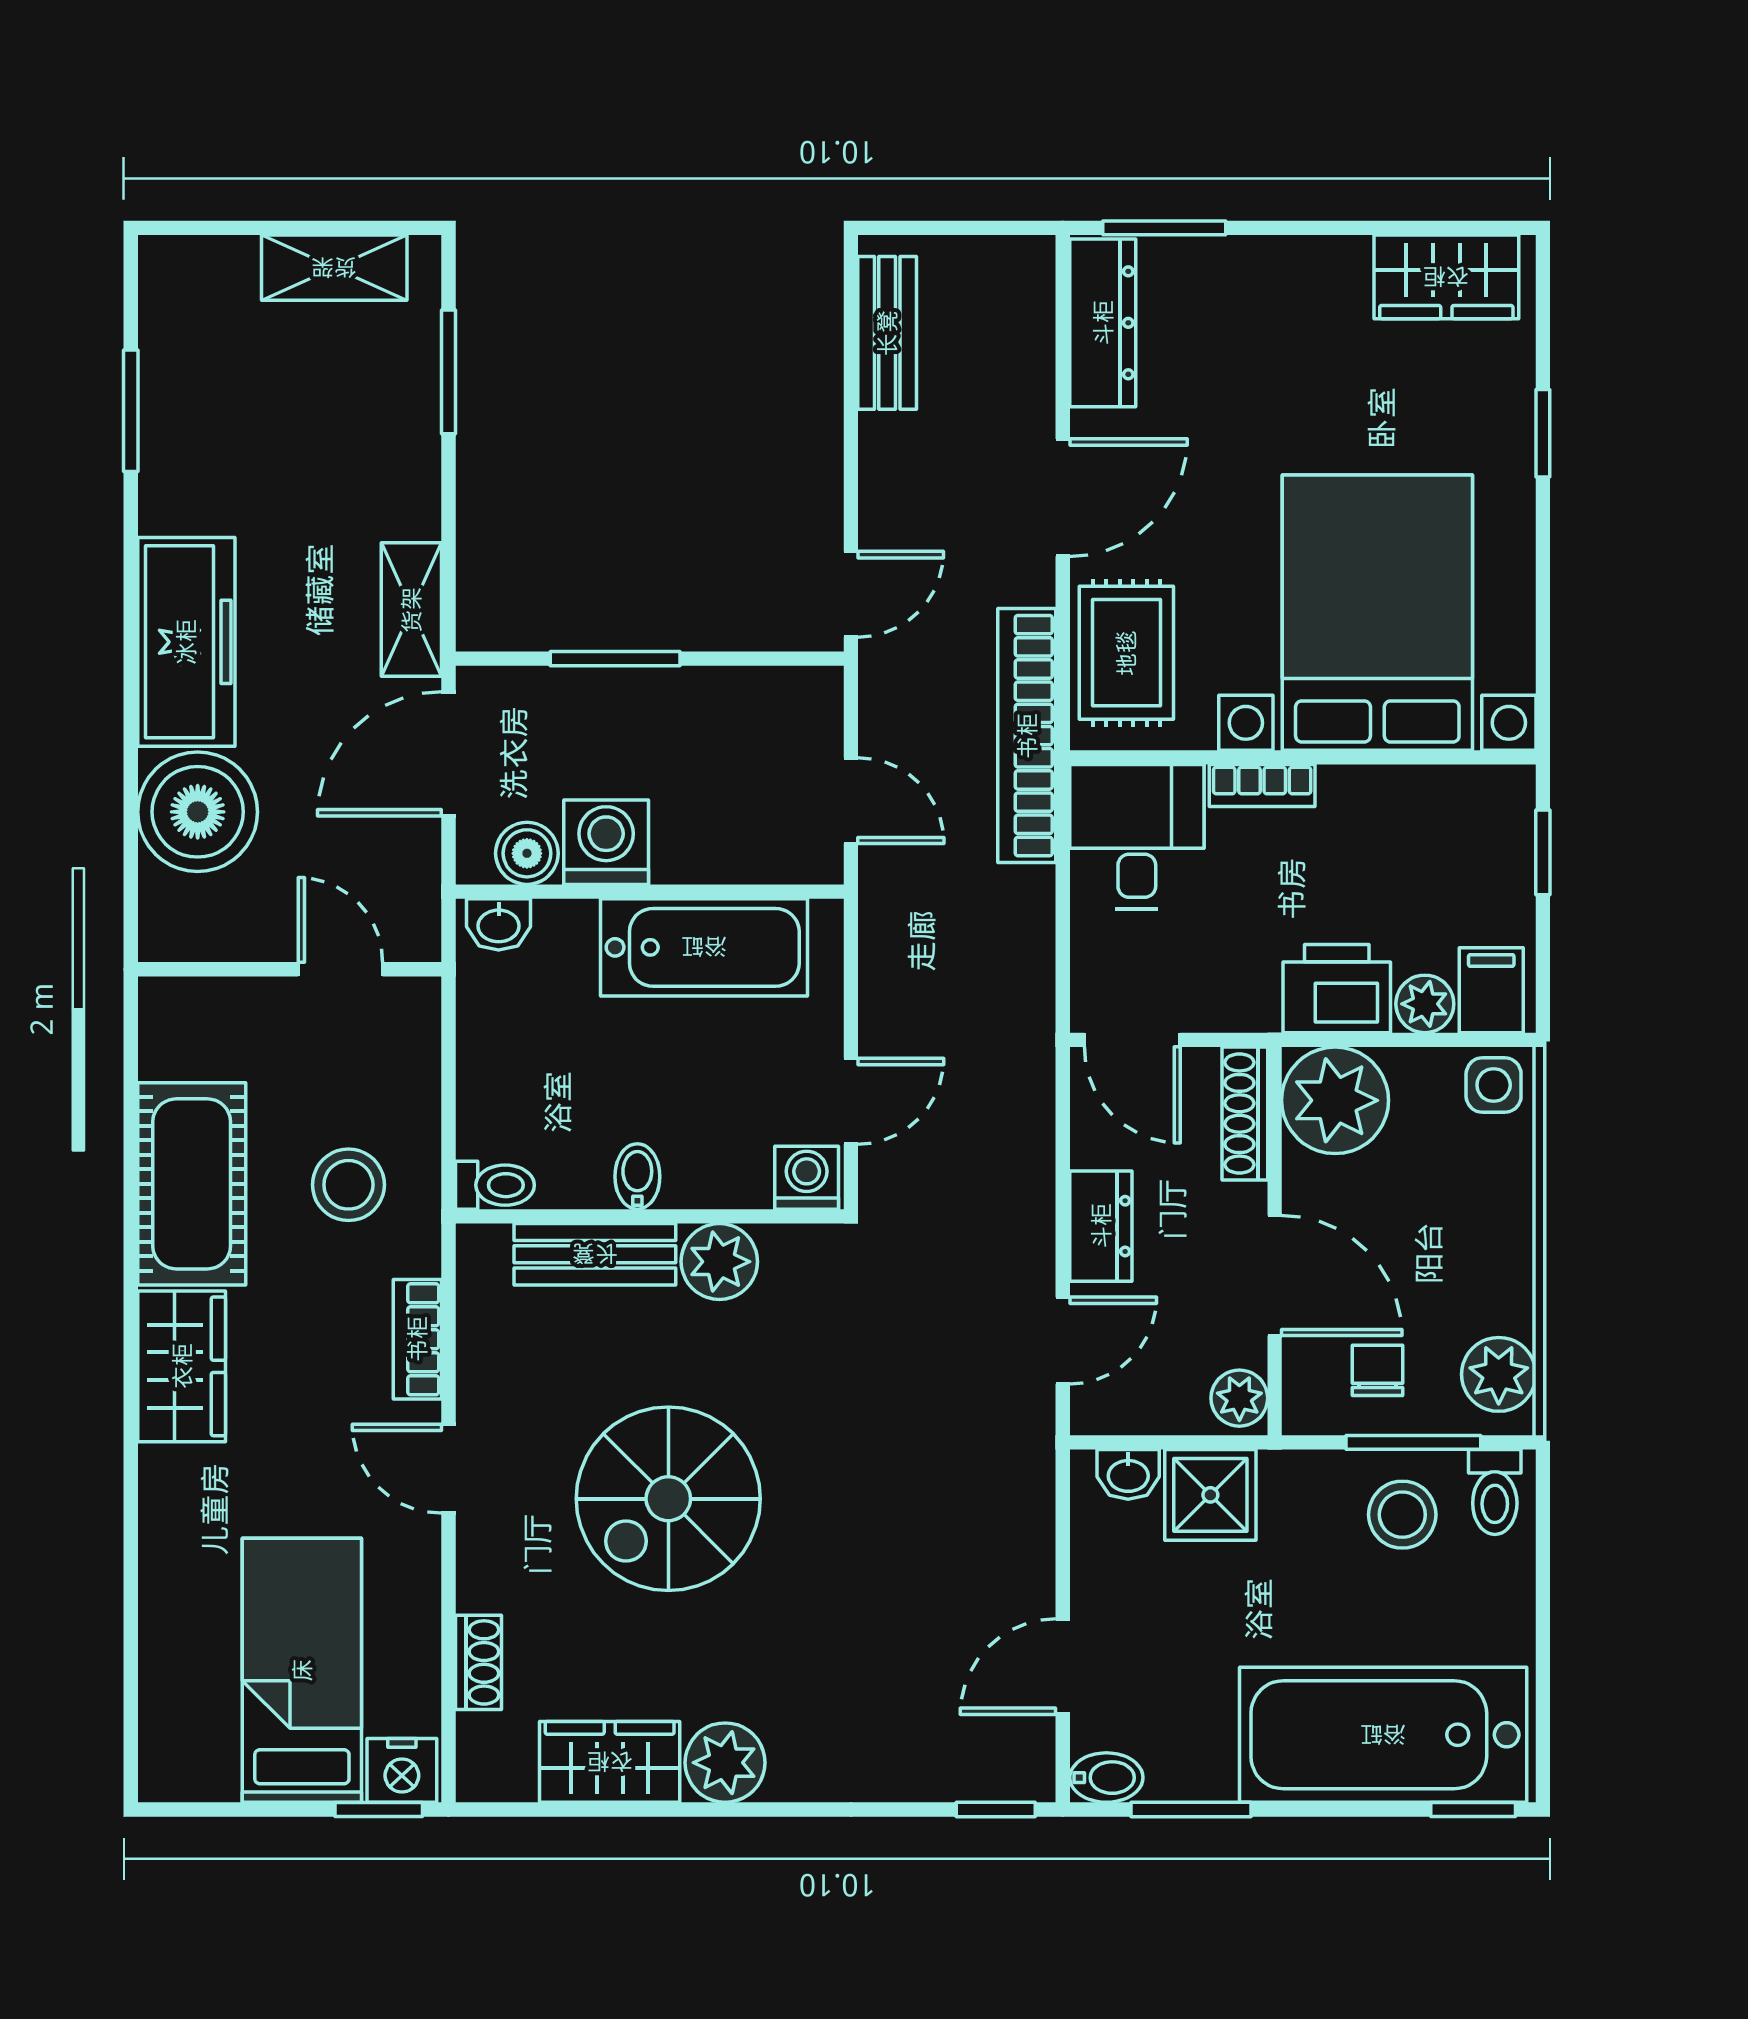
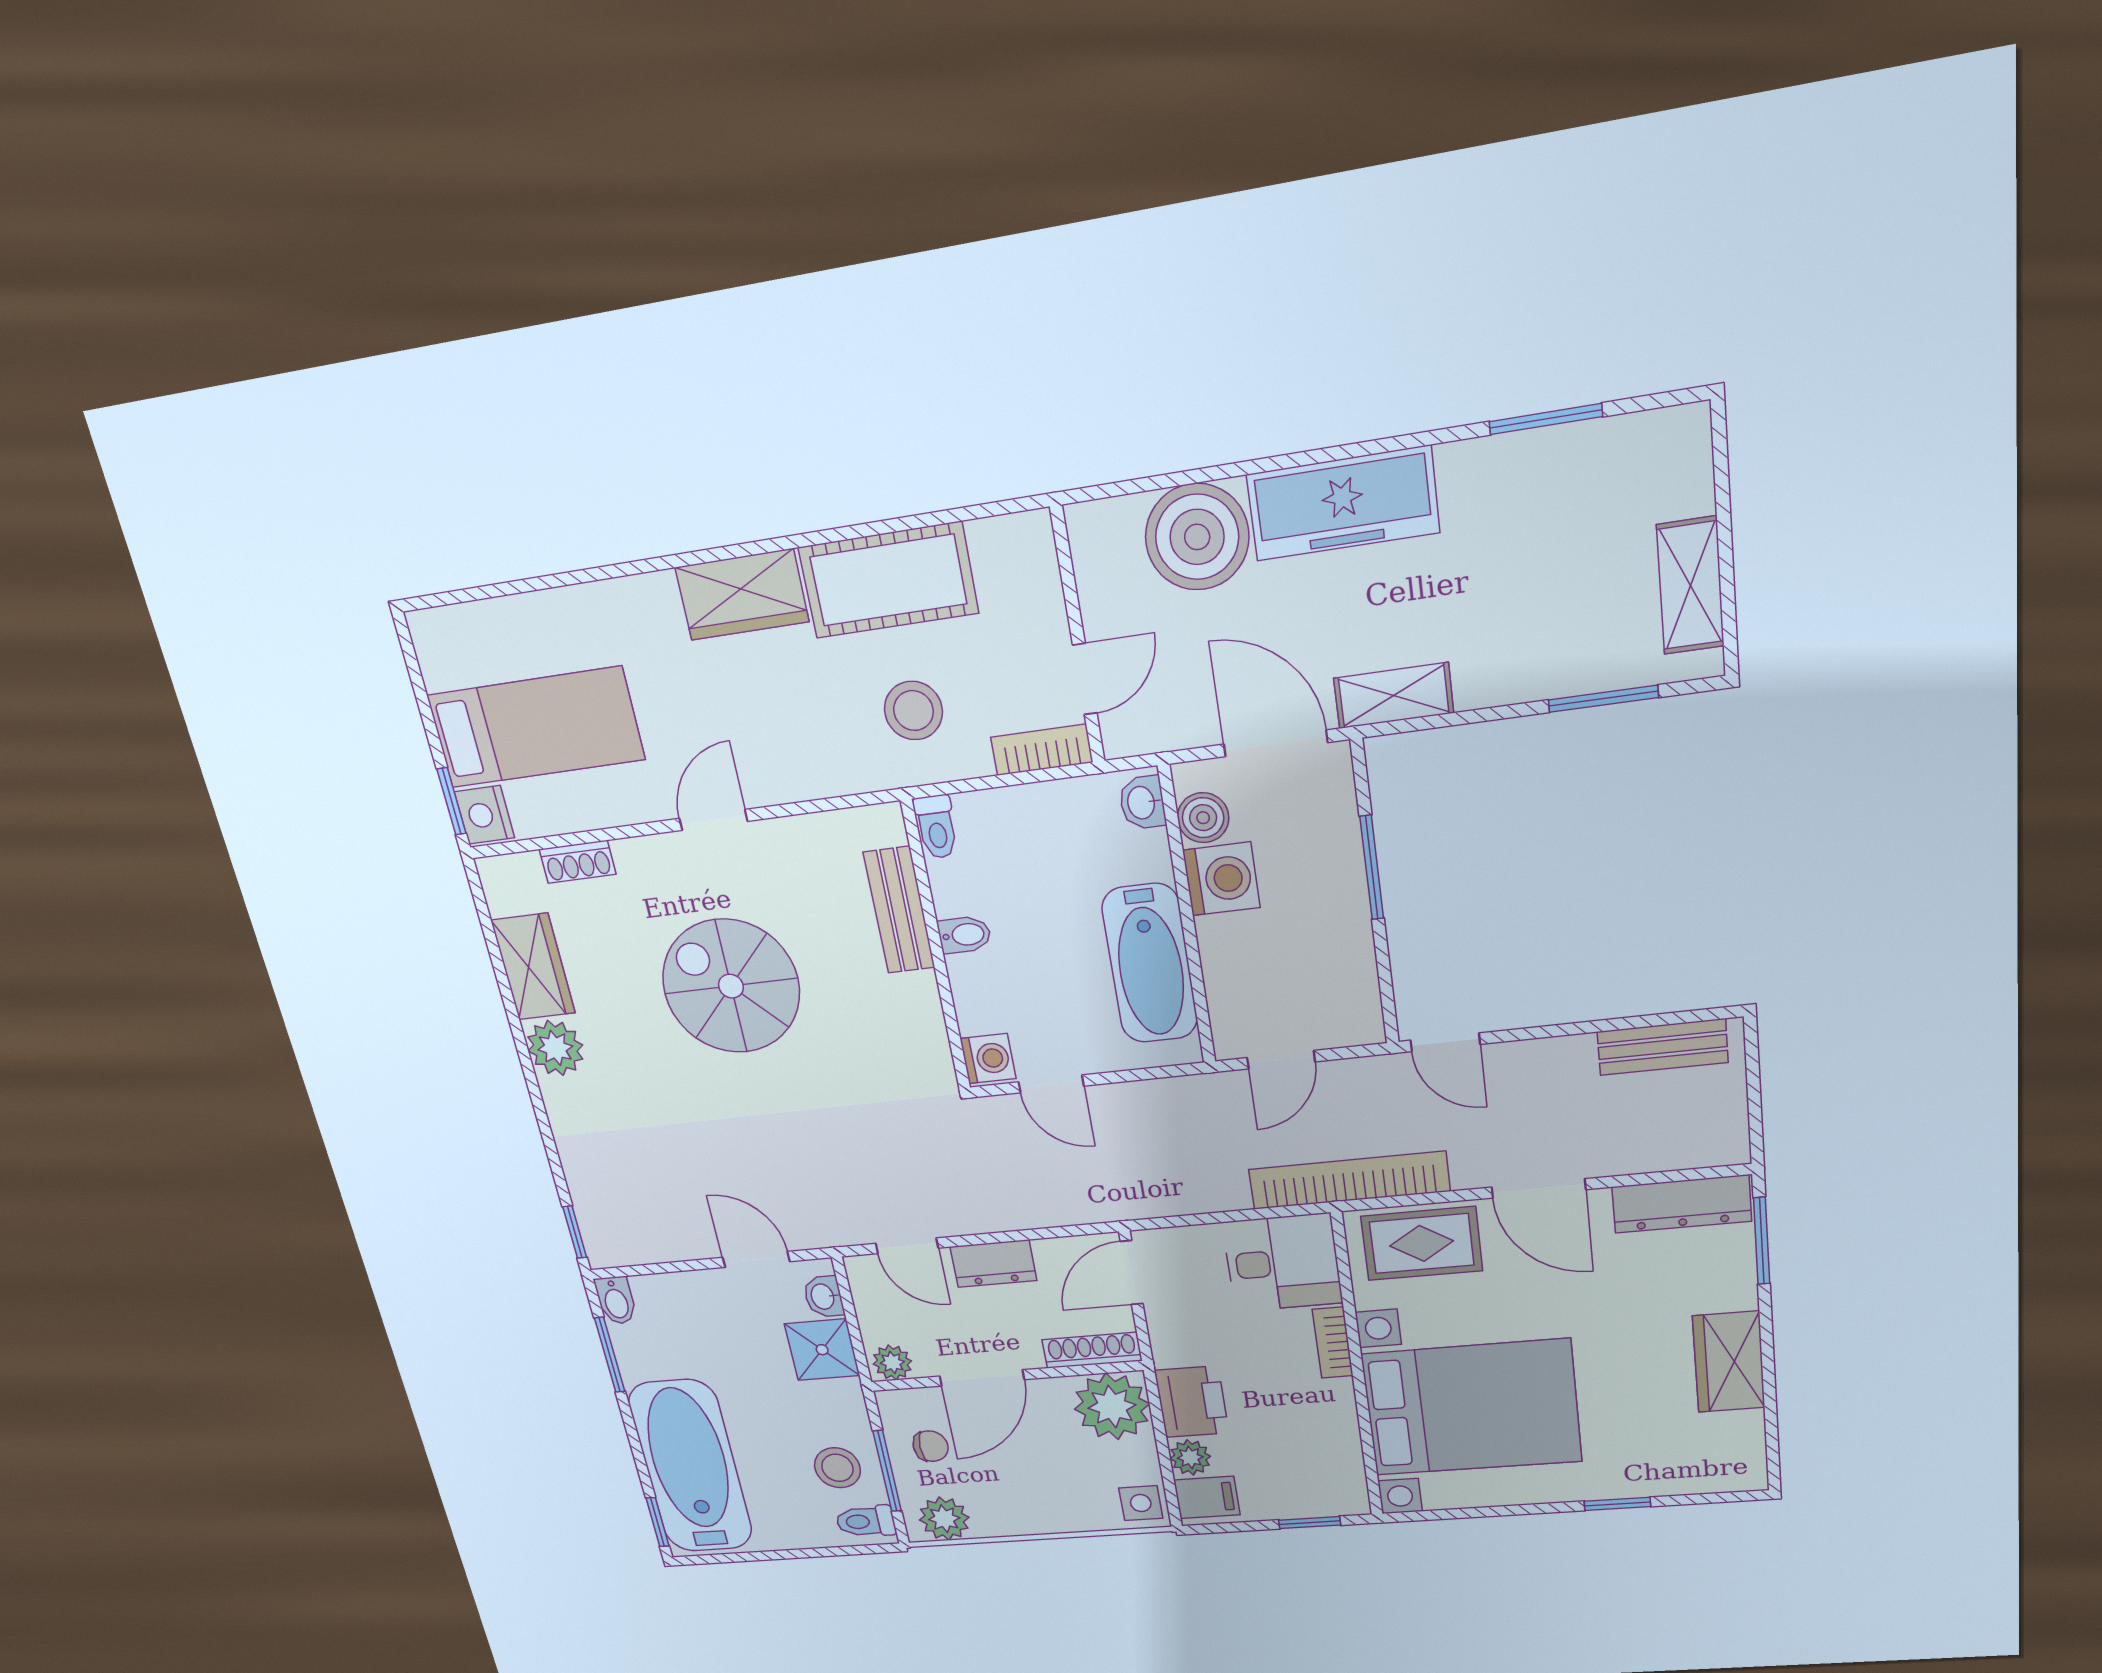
wardrobe: (1446, 277) -> (1729, 1362), moved
plant: (719, 1262) -> (913, 1003), removed
bookcase: (417, 1339) -> (1042, 750), moved
door: (1063, 1667) -> (756, 1259), moved

